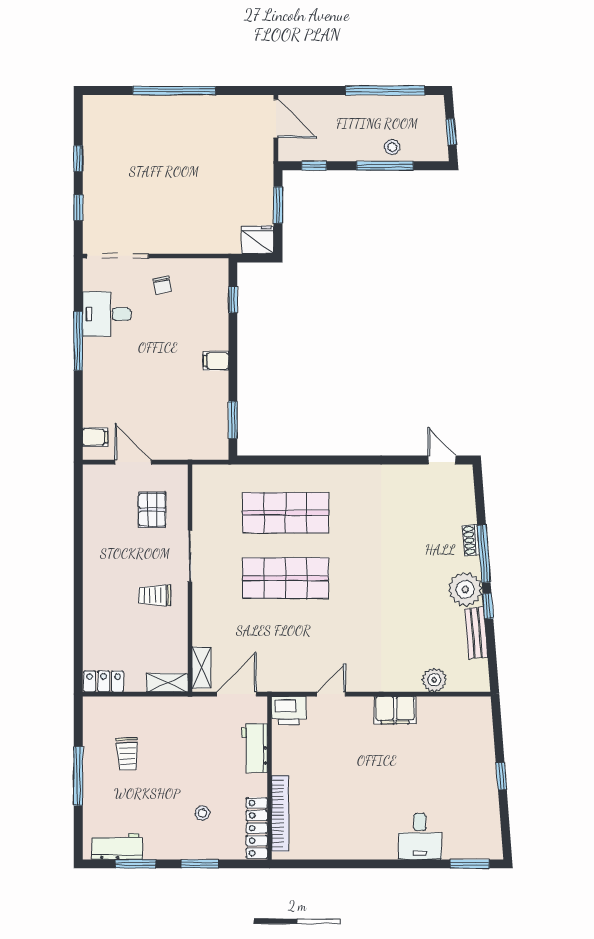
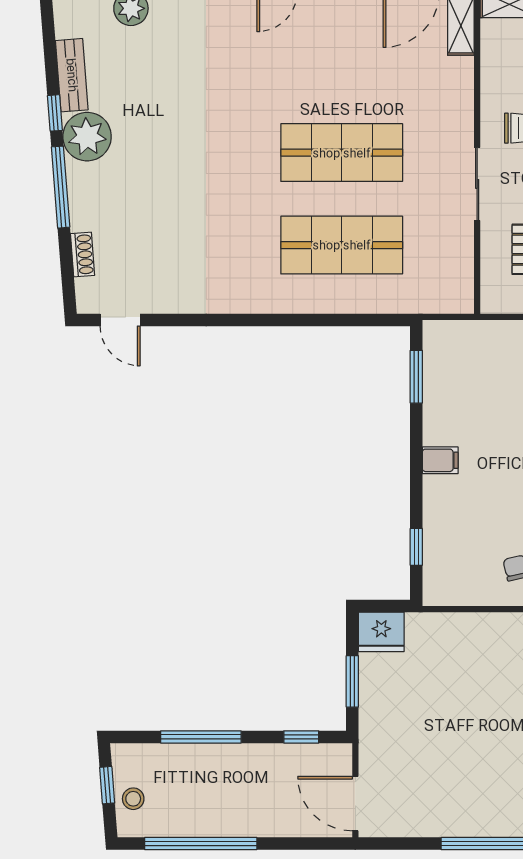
stool: (392, 147) -> (133, 799), moved
shoe rack: (471, 540) -> (83, 254), moved

